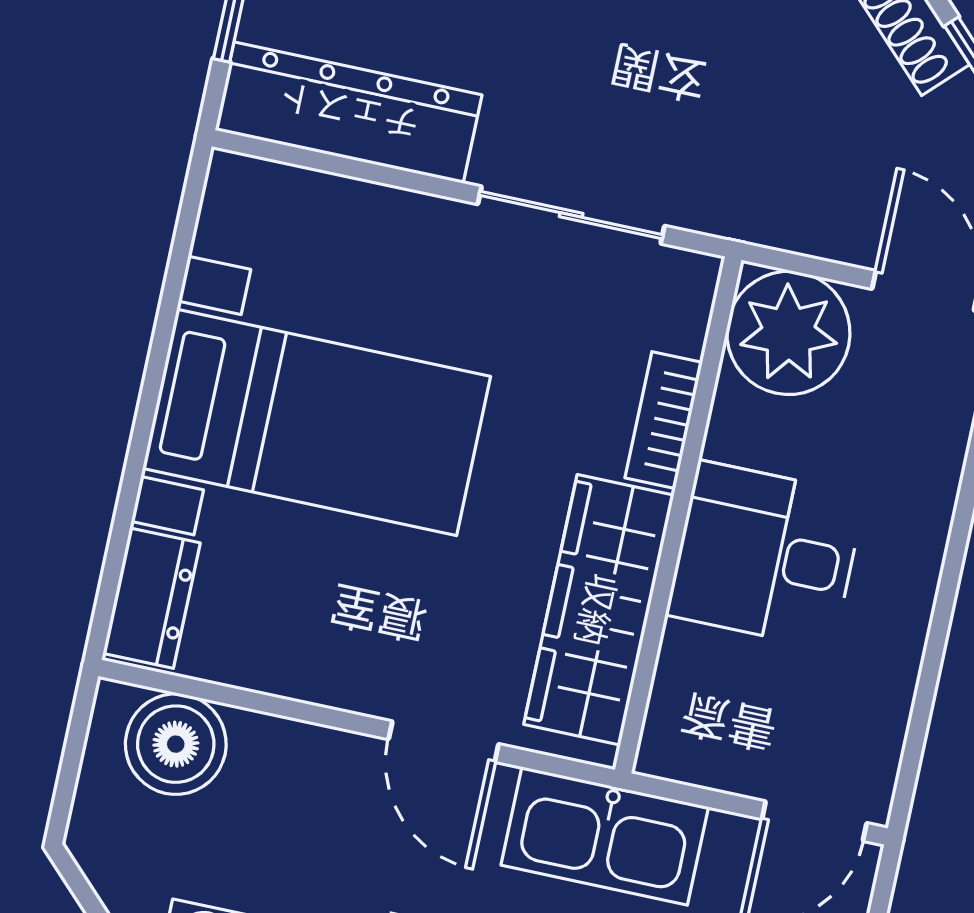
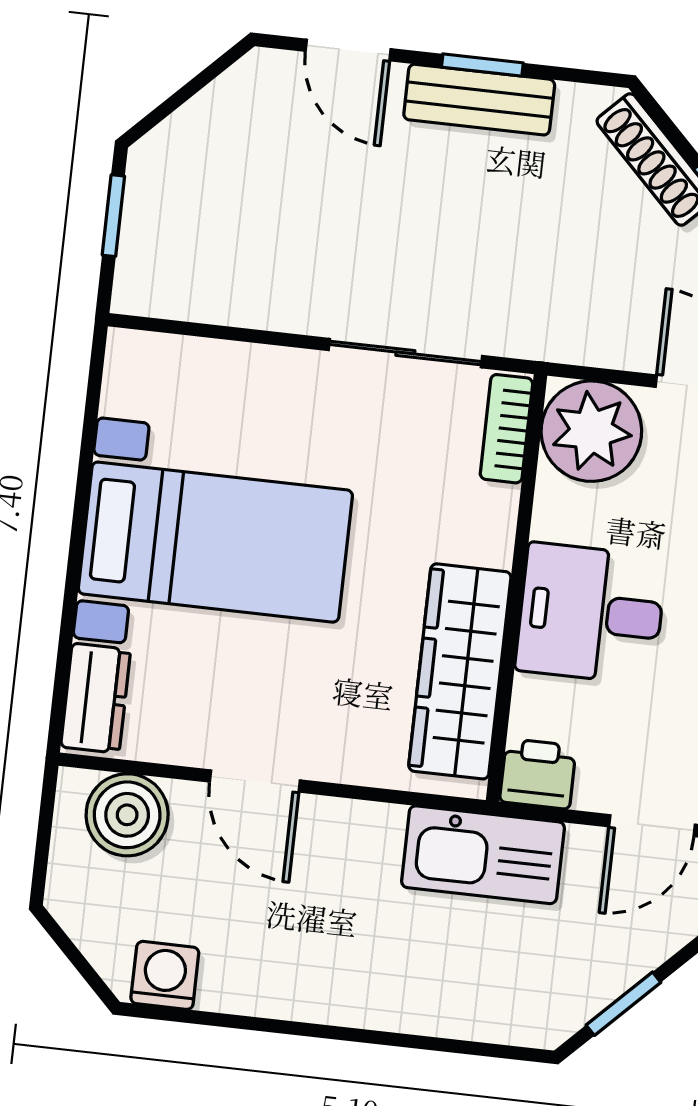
dresser: (348, 113) -> (216, 288), removed
bookcase: (664, 420) -> (506, 429), moved
door: (444, 742) -> (255, 781), moved
printer: (681, 744) -> (538, 774), added

